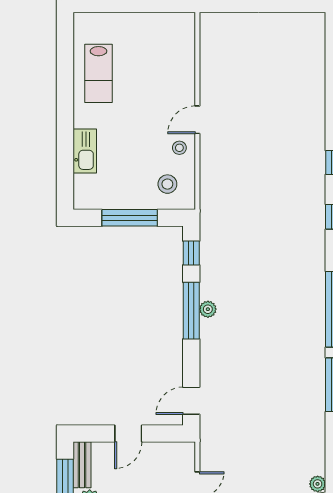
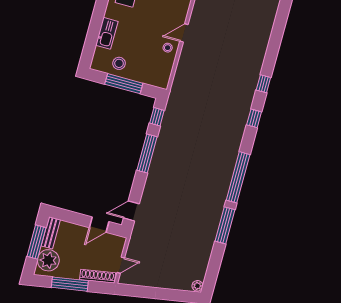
stool: (167, 184) -> (119, 63), moved
plant: (208, 309) -> (158, 155), removed
door: (128, 434) -> (99, 225), moved

